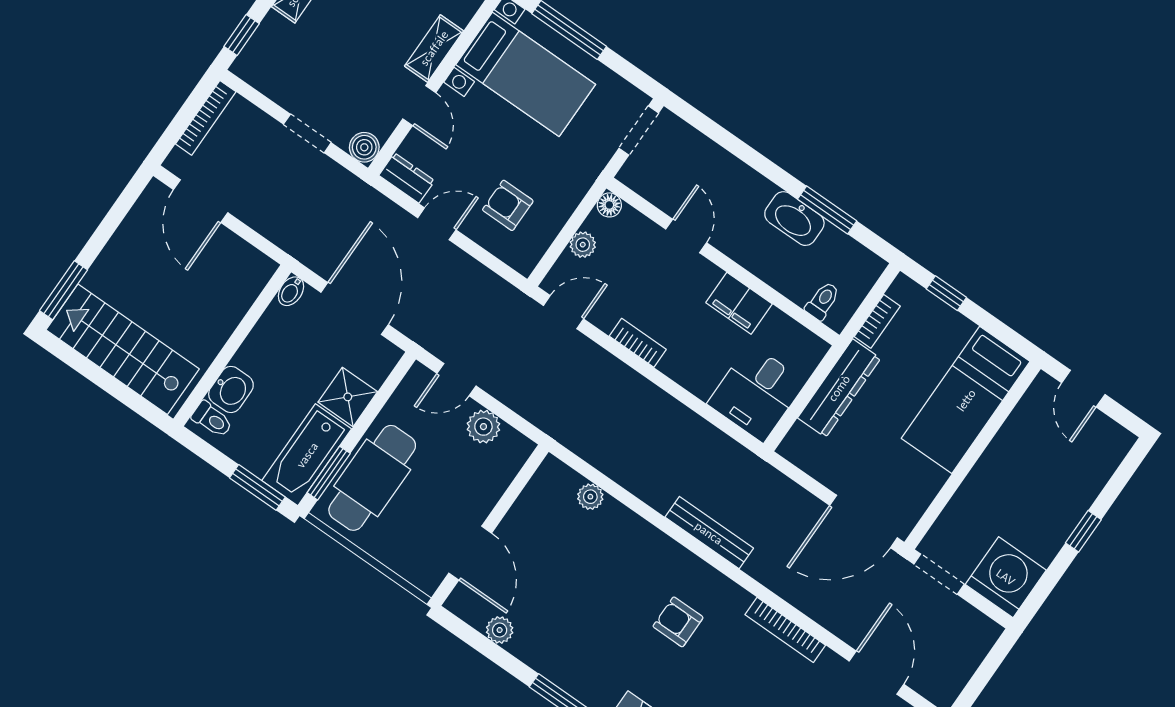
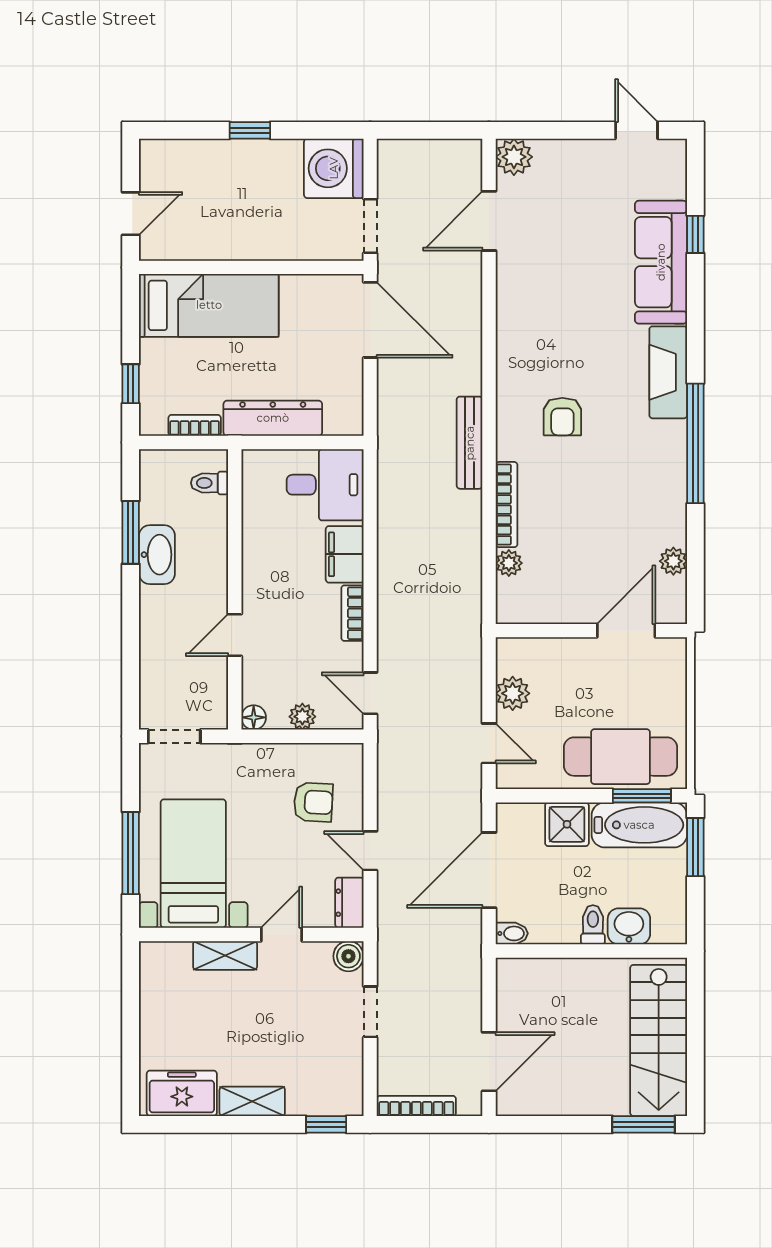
armchair: (508, 205) -> (313, 802), turned -87
filing cabinet: (739, 303) -> (345, 554), moved, turned 180
toilet: (212, 419) -> (593, 925), moved
bookcase: (785, 630) -> (507, 505), moved

